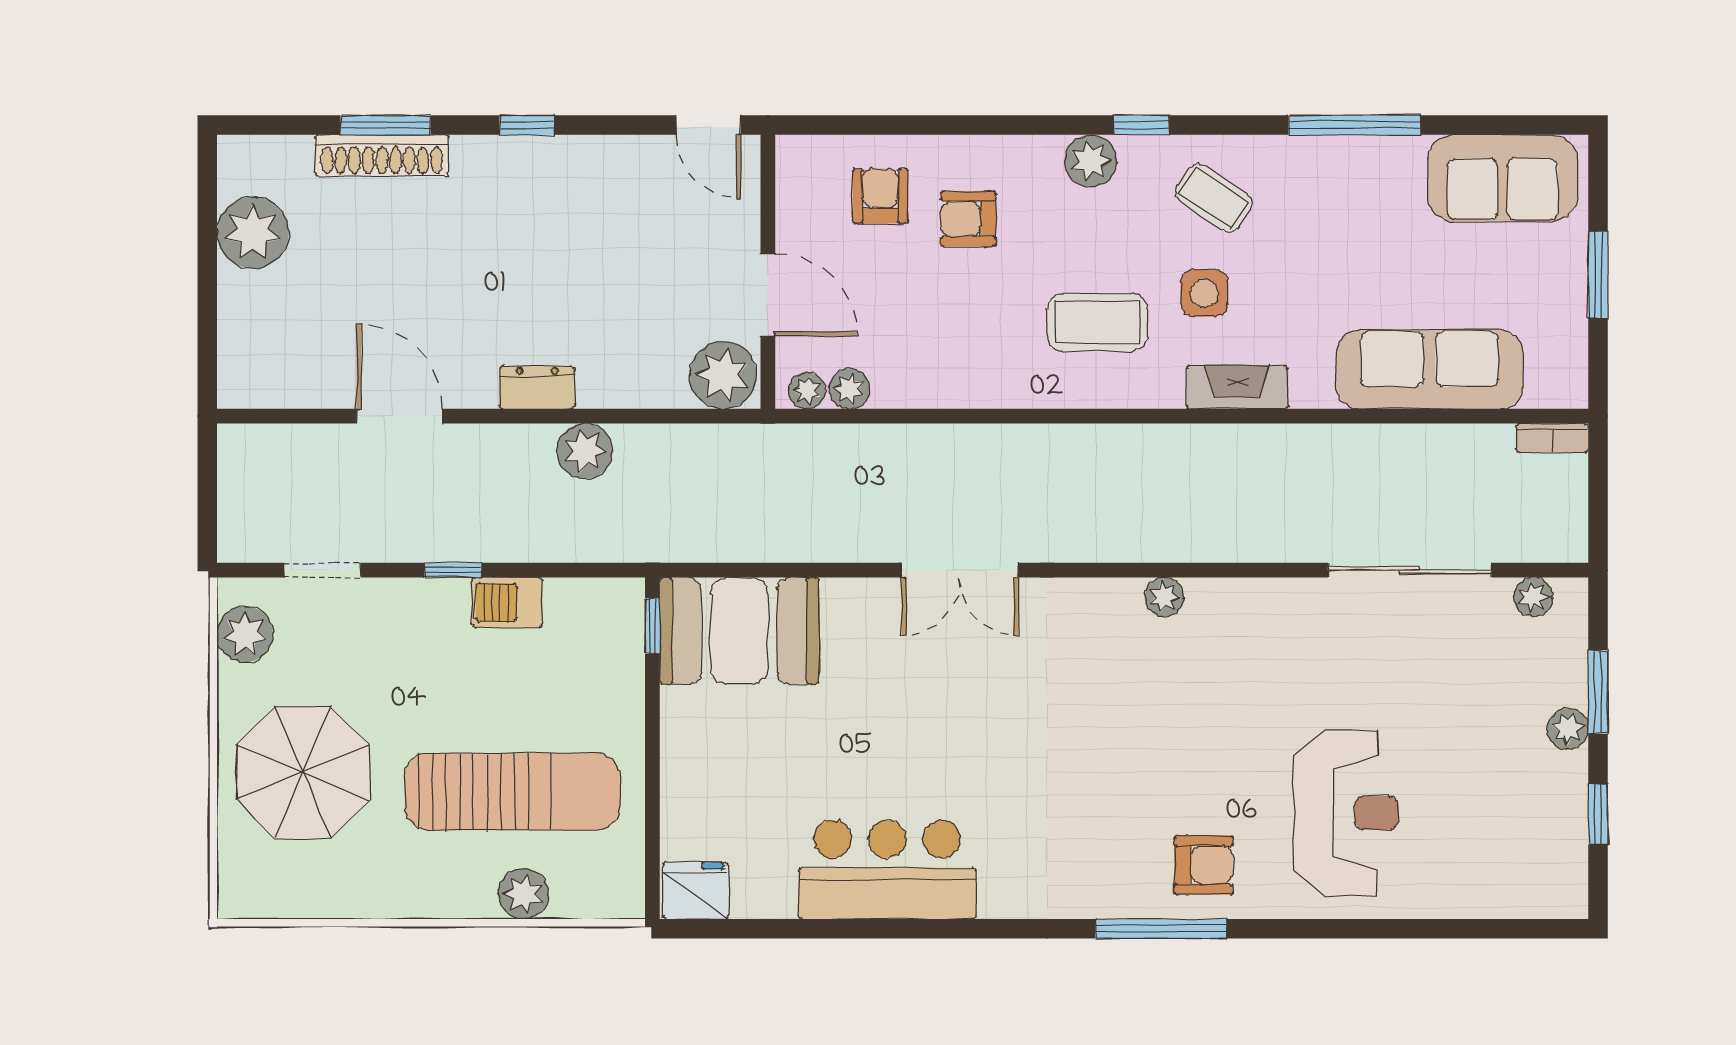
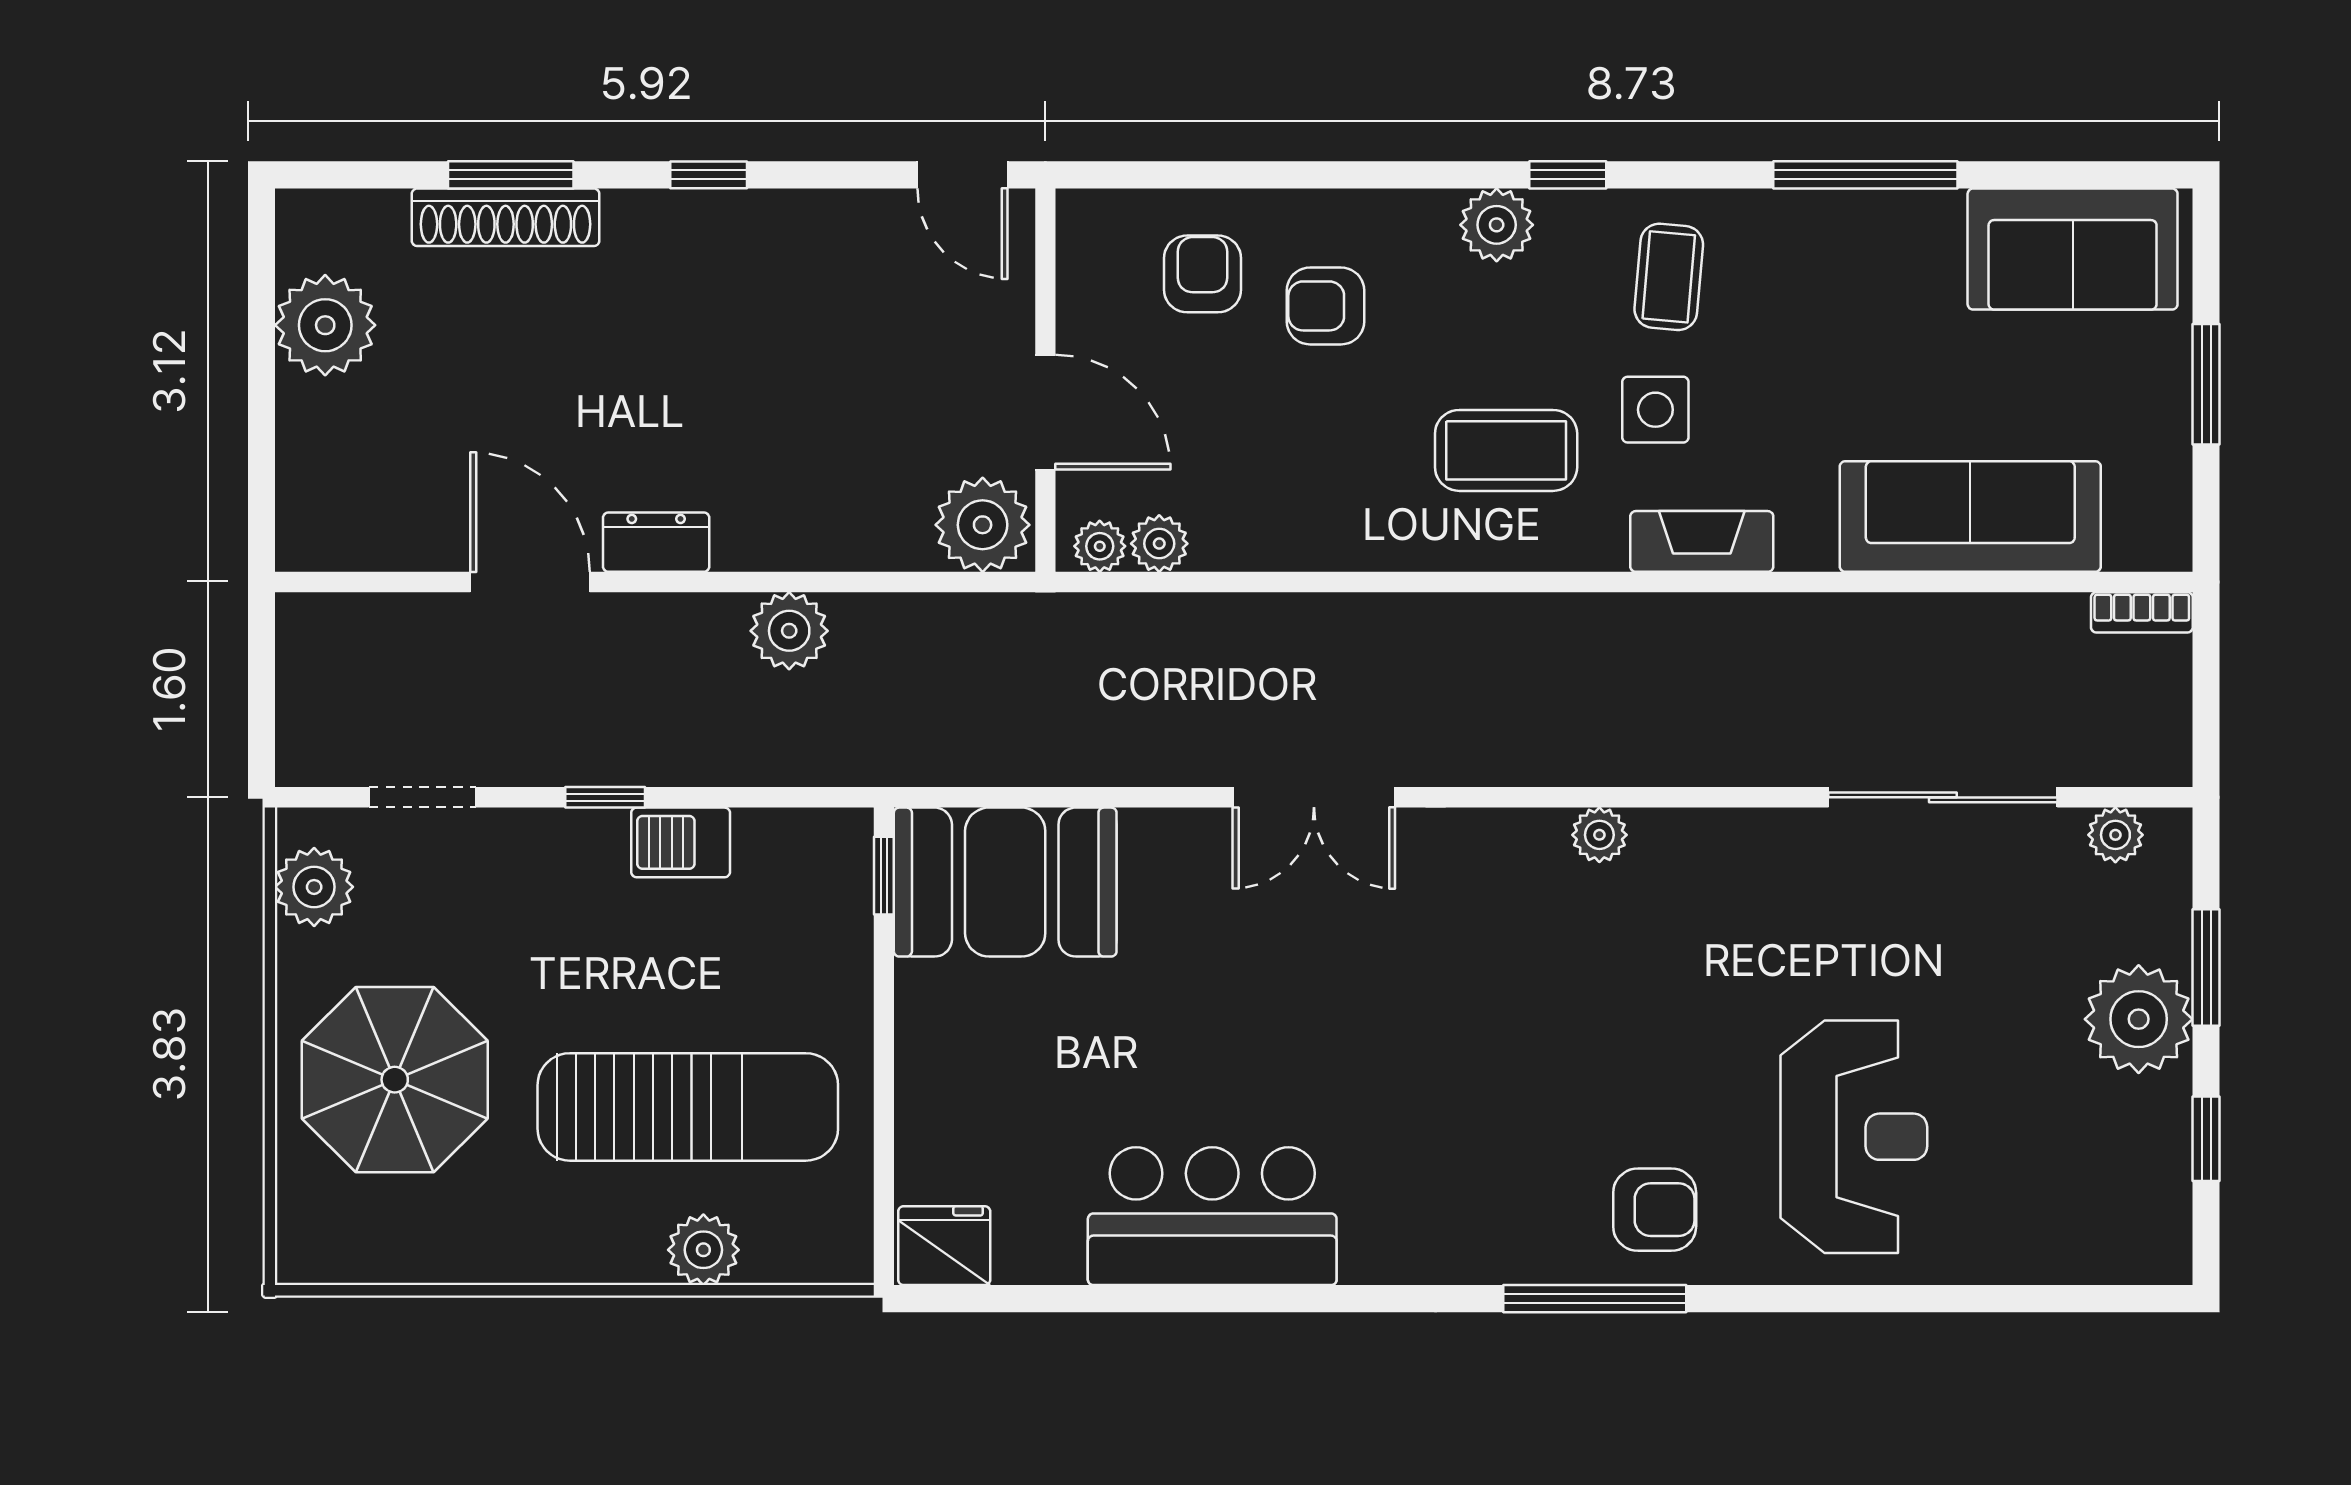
coffee table: (1214, 198) -> (1669, 277), turned 61
dresser: (537, 388) -> (656, 542), moved
plant: (1568, 729) -> (2139, 1019), width x1.88, depth x1.88

